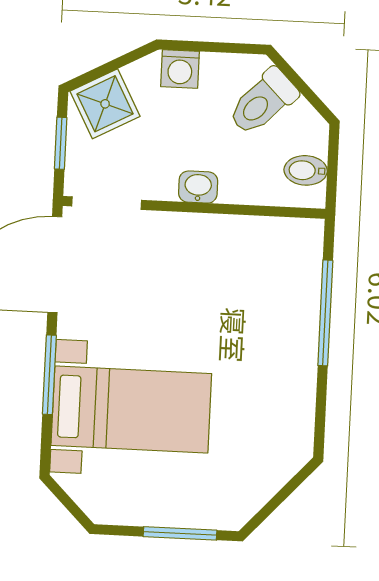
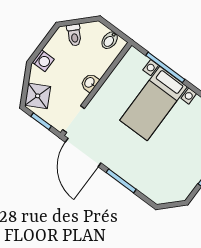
toilet: (263, 102) -> (74, 35), width x0.73, depth x0.72
bed with nightstands: (131, 409) -> (154, 103), moved, turned 180

